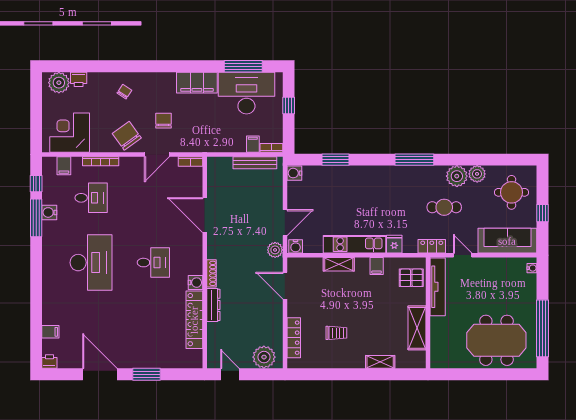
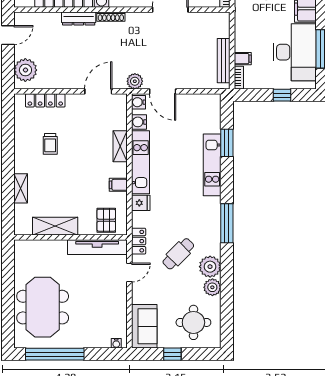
water cooler: (294, 173) -> (139, 122), moved, turned -90
kitchen unit: (357, 174) -> (212, 165), added
cafe table: (444, 207) -> (178, 254), turned 45
sofa: (507, 241) -> (144, 326), width x0.73

